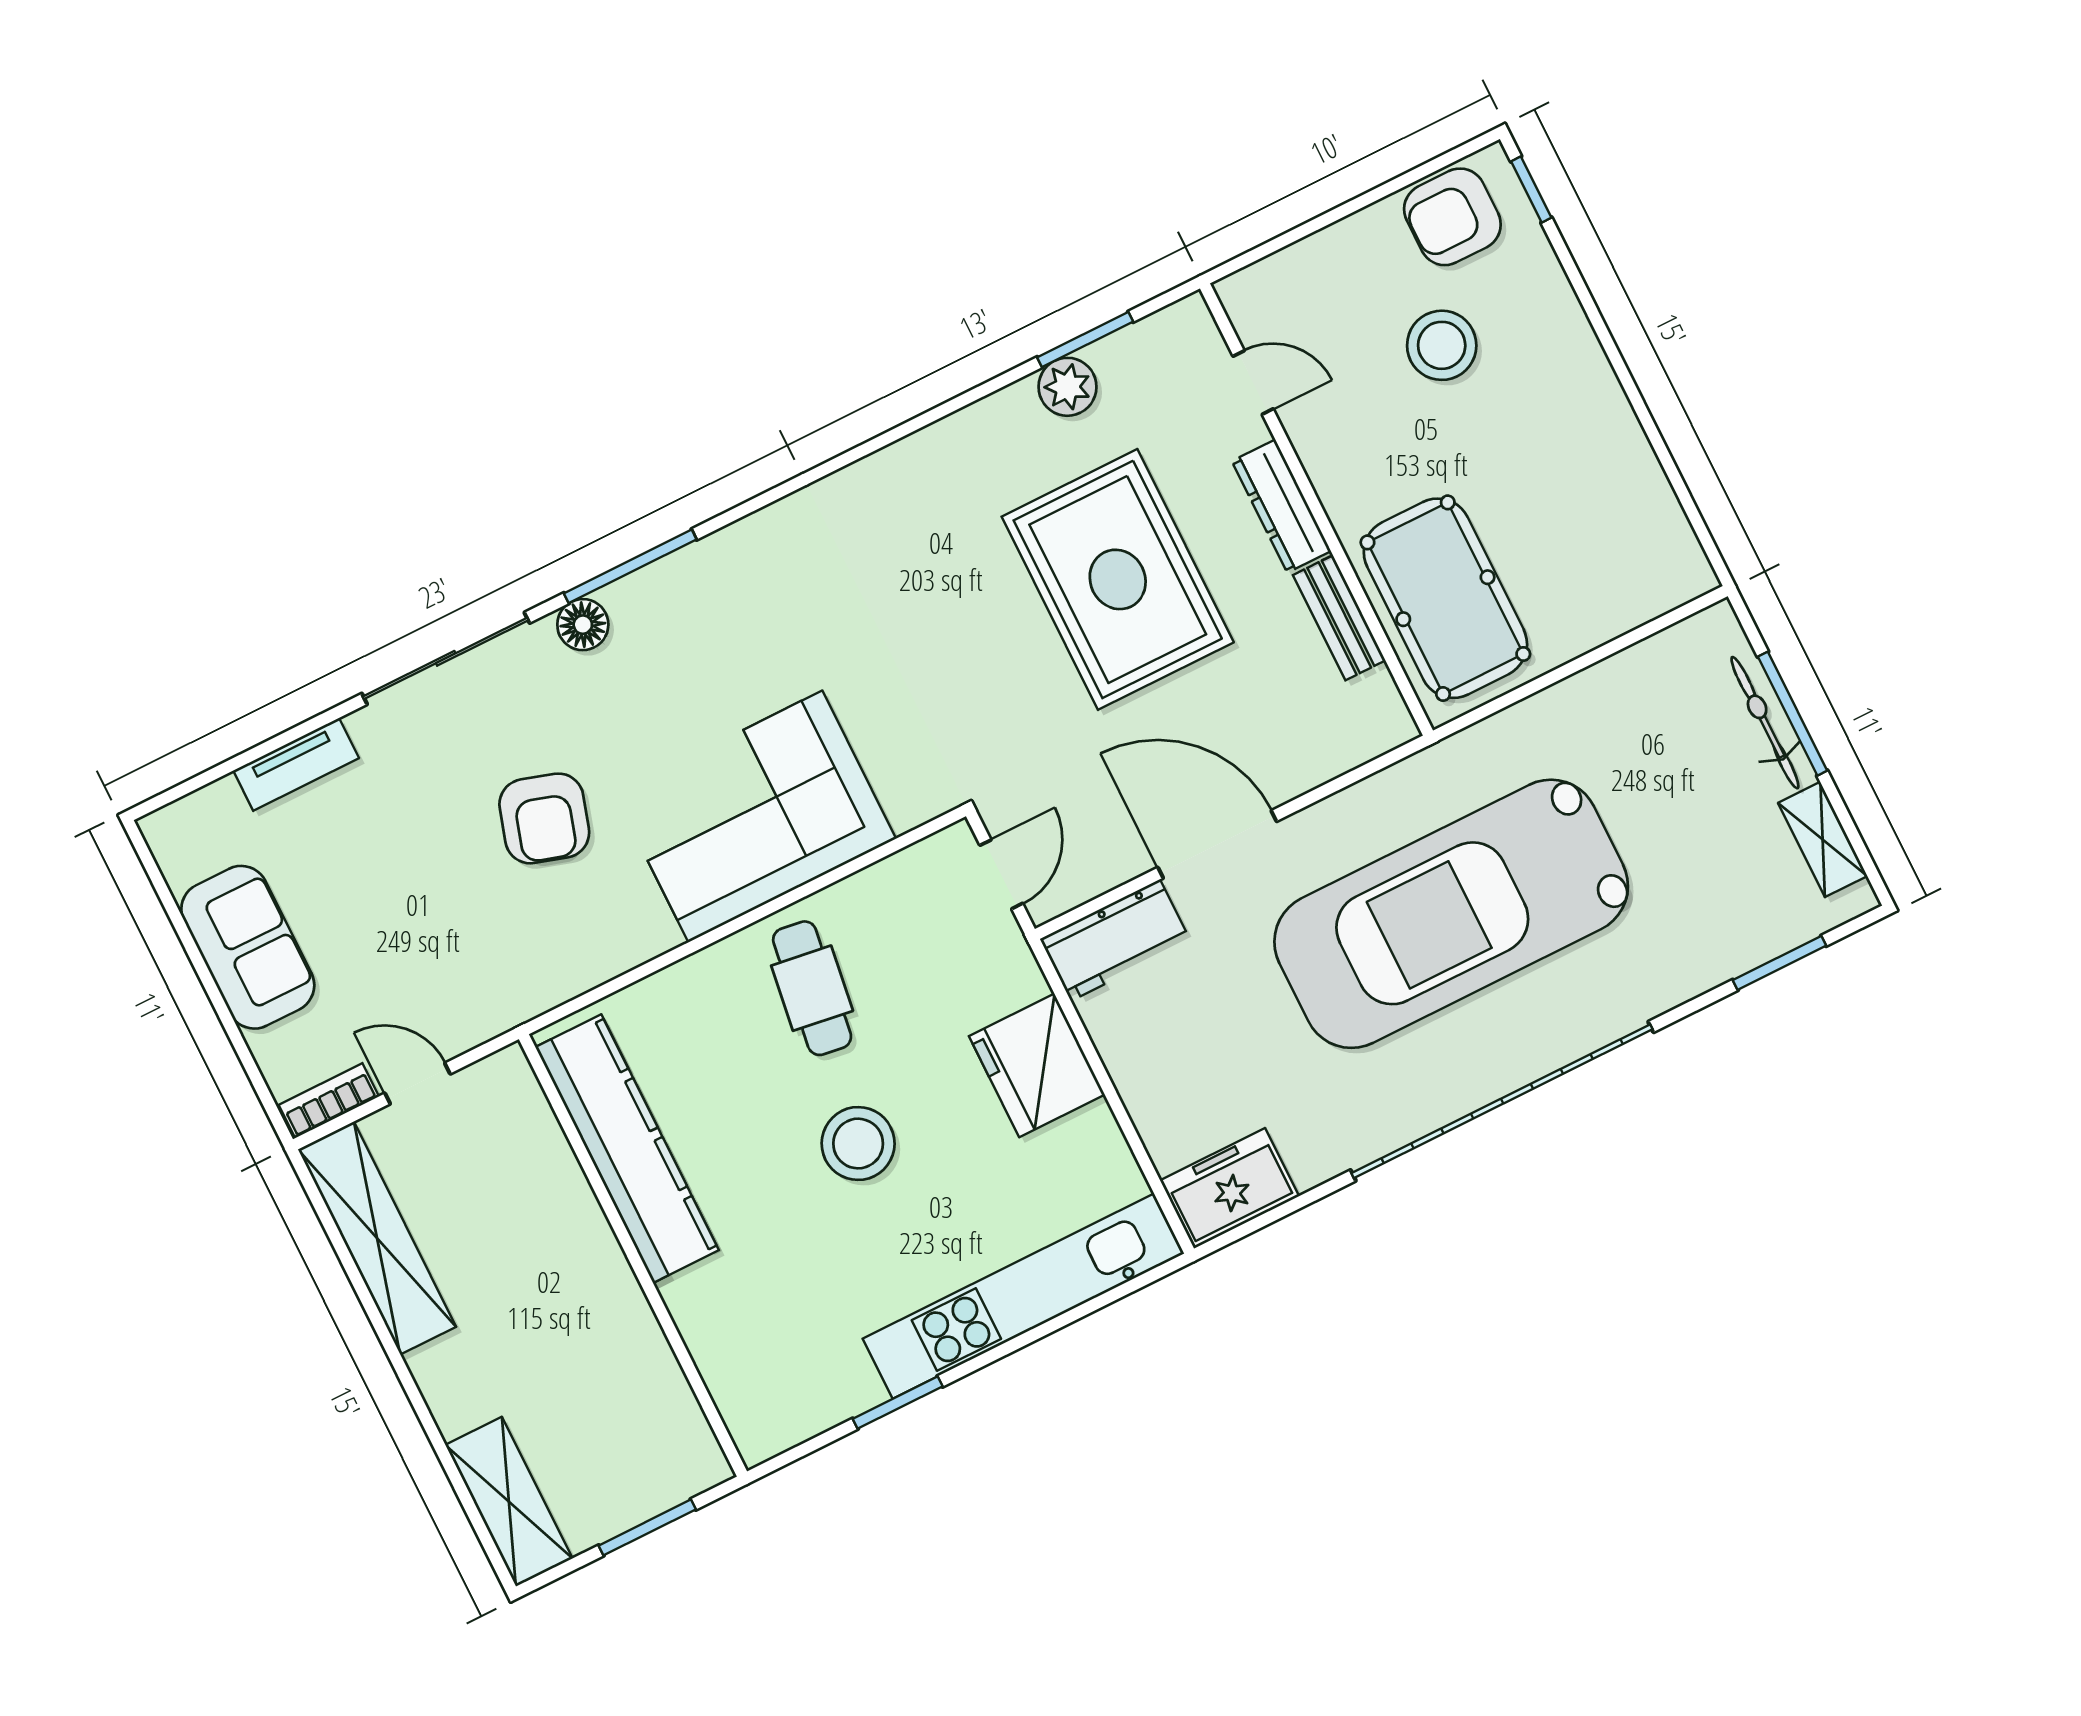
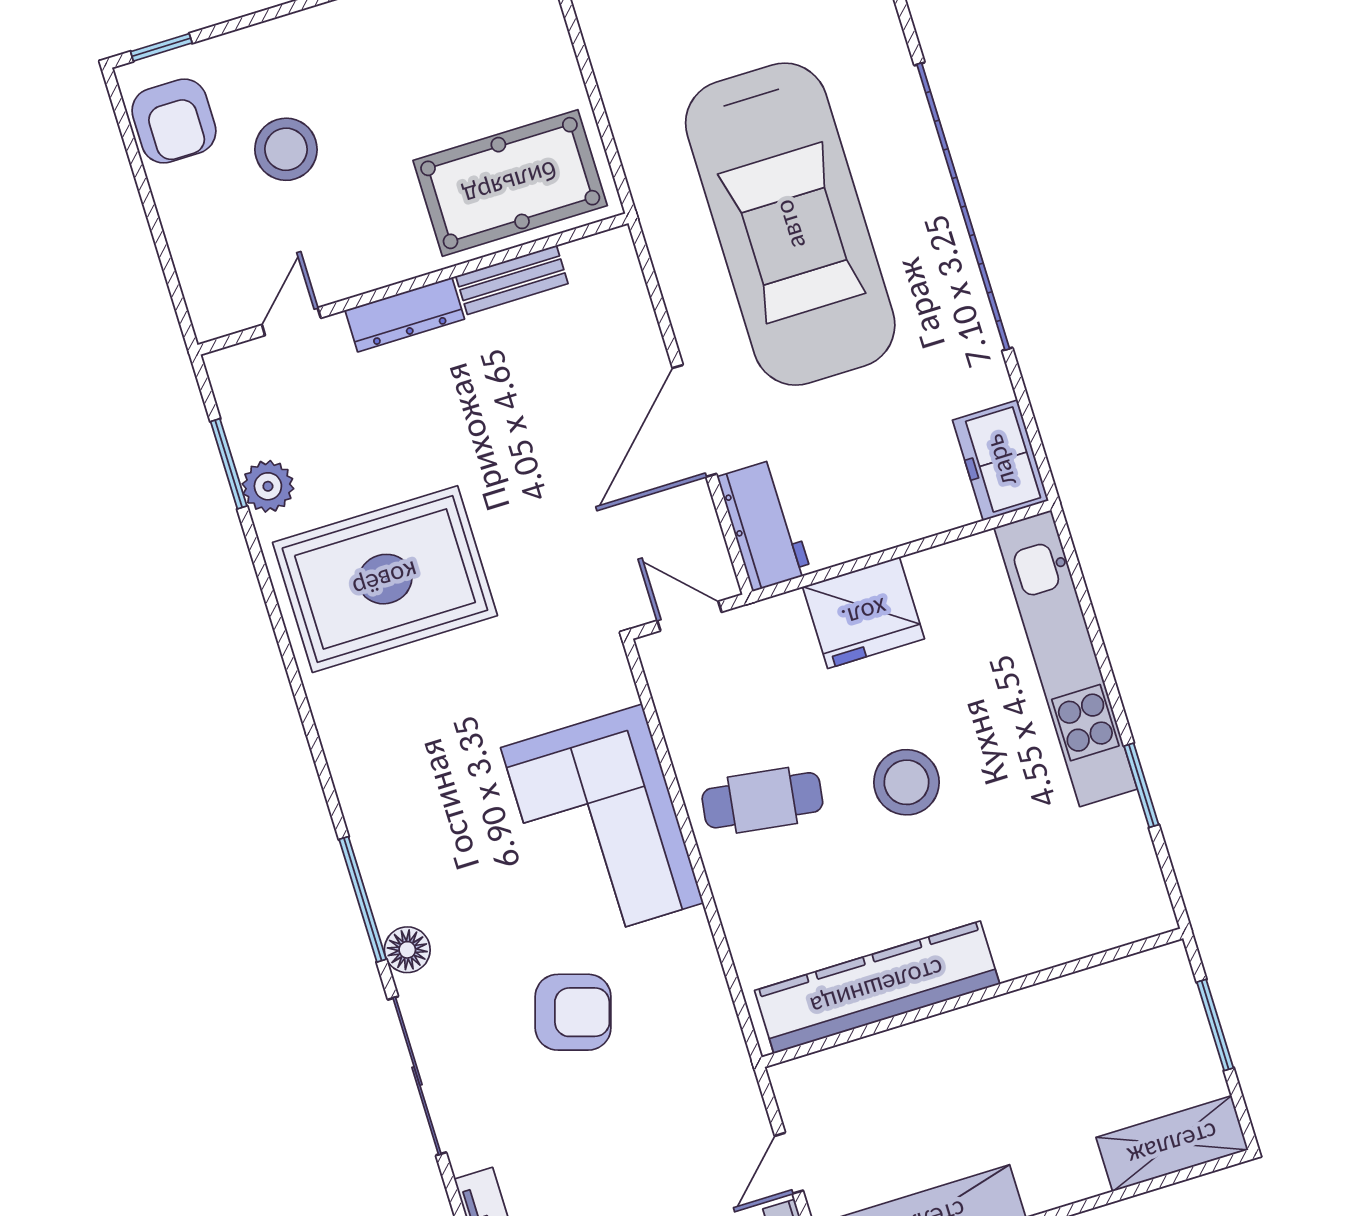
rug: (1118, 579) -> (385, 579), moved

